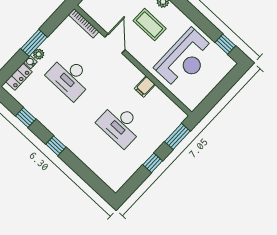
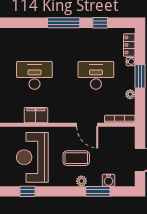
window: (225, 44) -> (28, 191), moved
plant: (39, 54) -> (130, 94), moved
filing cabinet: (145, 86) -> (36, 115), width x2.00
window: (56, 146) -> (64, 23), width x2.17

